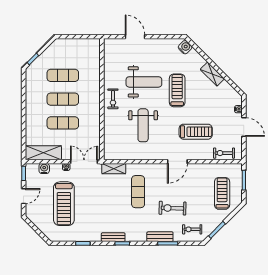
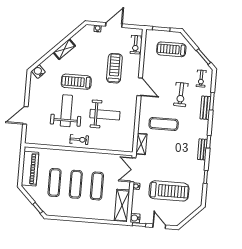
piano: (76, 47) -> (30, 169), added
water cooler: (44, 168) -> (135, 218), moved

